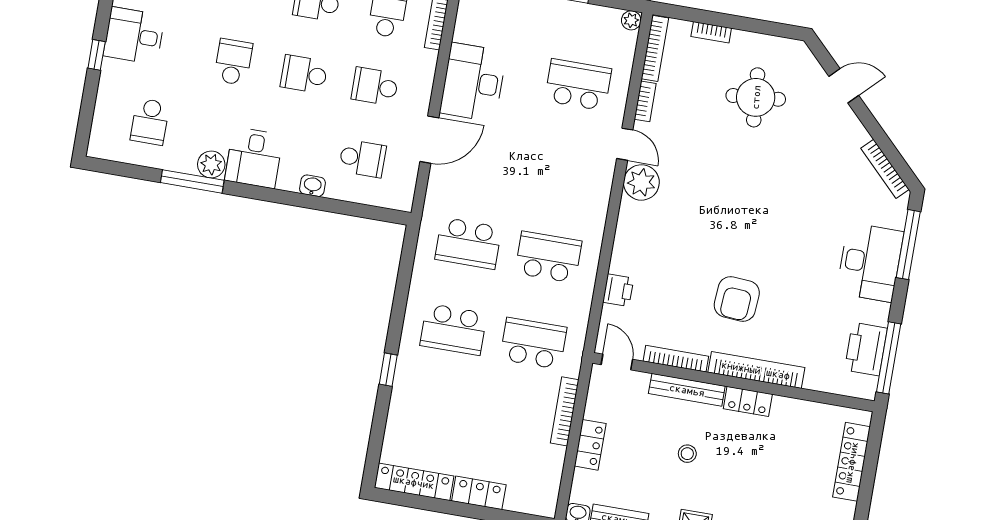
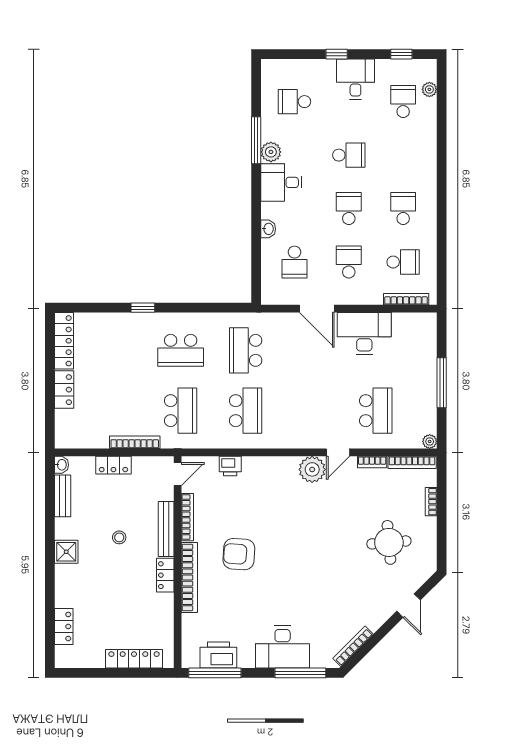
school desk: (453, 329) -> (181, 350), turned -90

